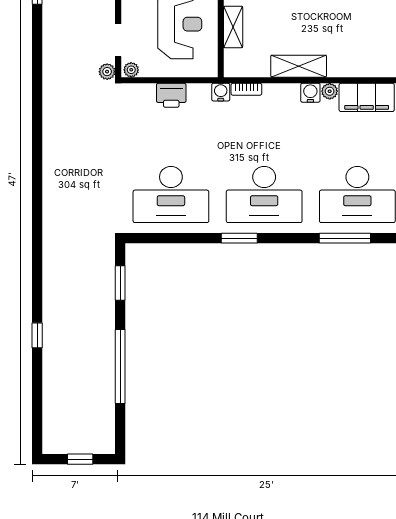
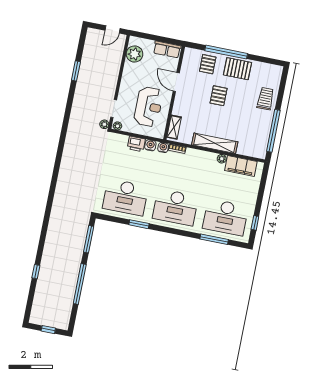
shelving: (233, 27) -> (174, 127), moved
shelving: (299, 66) -> (215, 143), width x1.47
water cooler: (310, 93) -> (150, 145), moved
window: (239, 238) -> (139, 224), moved
window: (120, 283) -> (89, 239), width x1.44
window: (37, 335) -> (36, 272), moved

